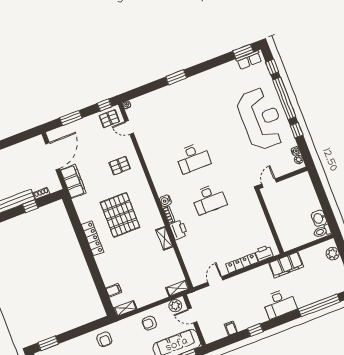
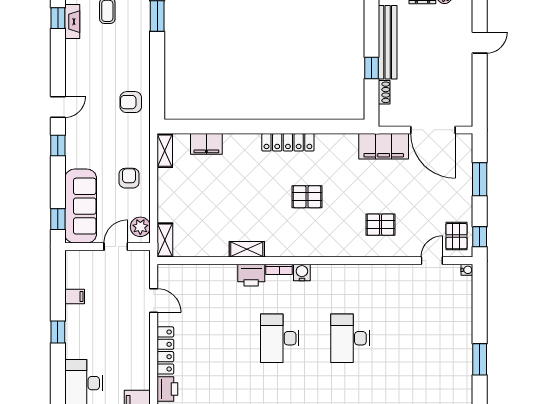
pallet: (120, 166) -> (380, 225), turned 90
pallet: (120, 215) -> (307, 197), width x0.49, depth x0.50
filing cabinet: (114, 290) -> (206, 144), width x2.00

